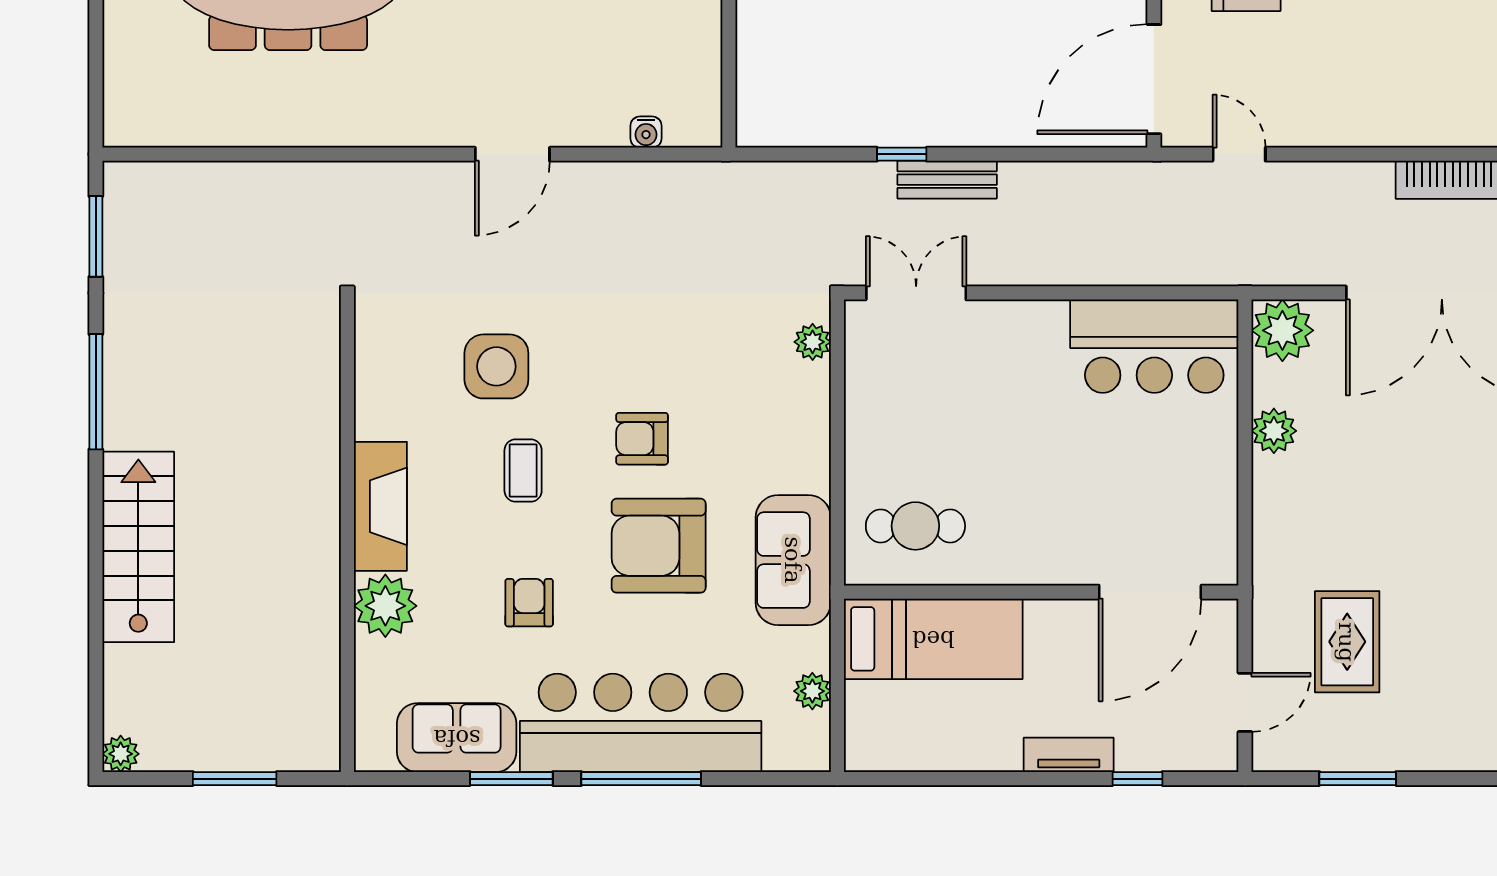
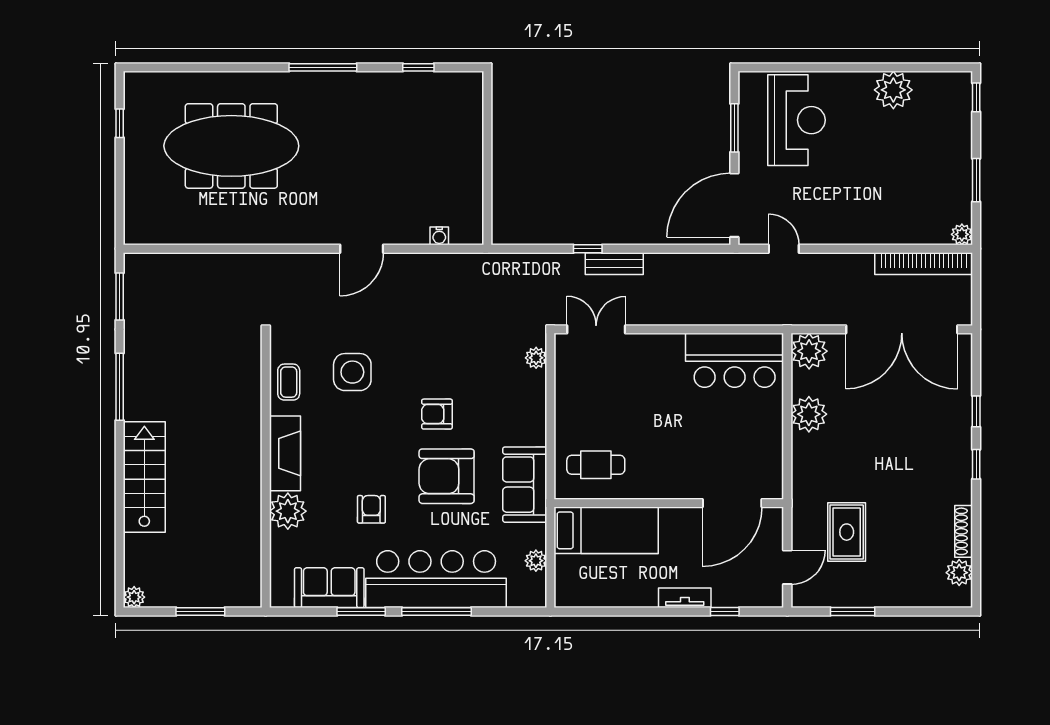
plant: (1274, 431) -> (809, 414), width x1.36, depth x1.36
coffee table: (523, 471) -> (289, 382), moved

